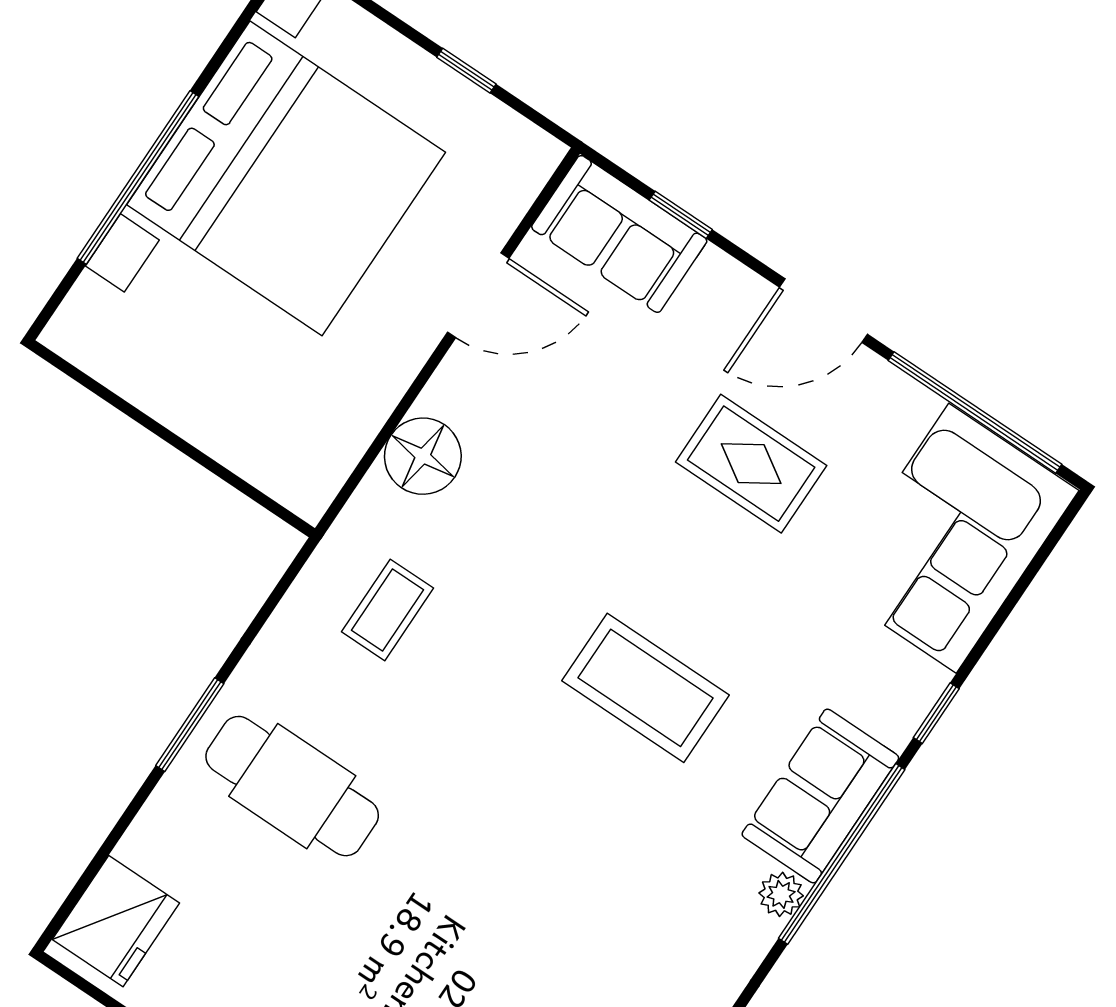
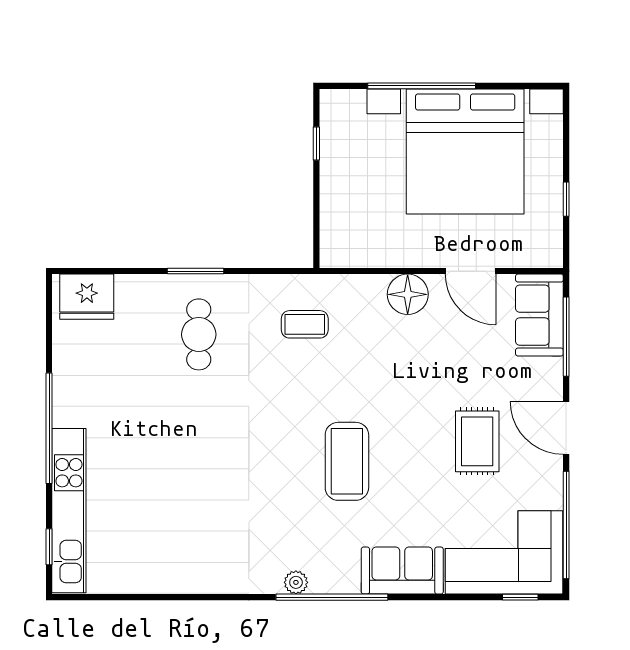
window: (681, 215) -> (566, 337), width x2.17
window: (118, 402) -> (316, 144), added
floor lamp: (423, 456) -> (408, 294), moved
window: (936, 713) -> (520, 597), moved
cafe table: (292, 786) -> (199, 334), width x0.73, depth x0.74
sofa: (820, 796) -> (402, 571), moved

